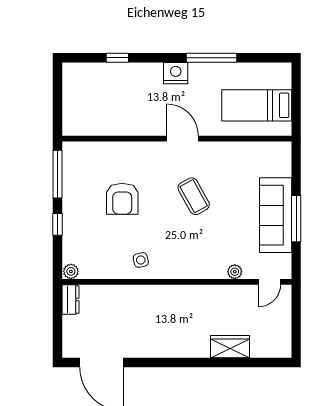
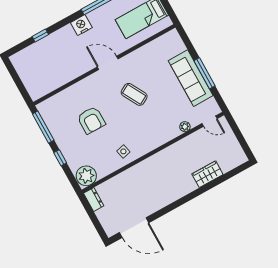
plant: (71, 271) -> (86, 176), width x1.87, depth x1.87
door: (269, 282) -> (210, 121), hinge flipped

